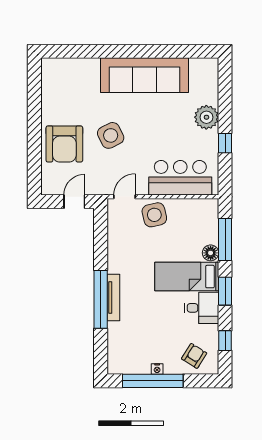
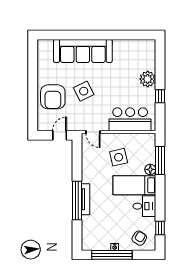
sofa: (145, 75) -> (83, 51), moved
door: (124, 197) -> (93, 132), swing flipped
side table: (154, 215) -> (119, 157), moved
window: (225, 291) -> (160, 195), removed

